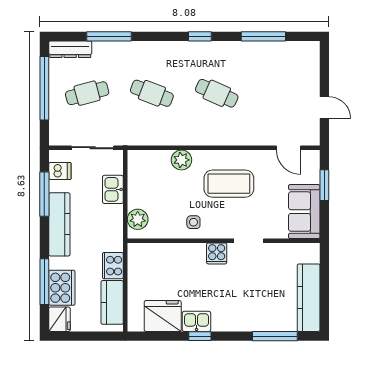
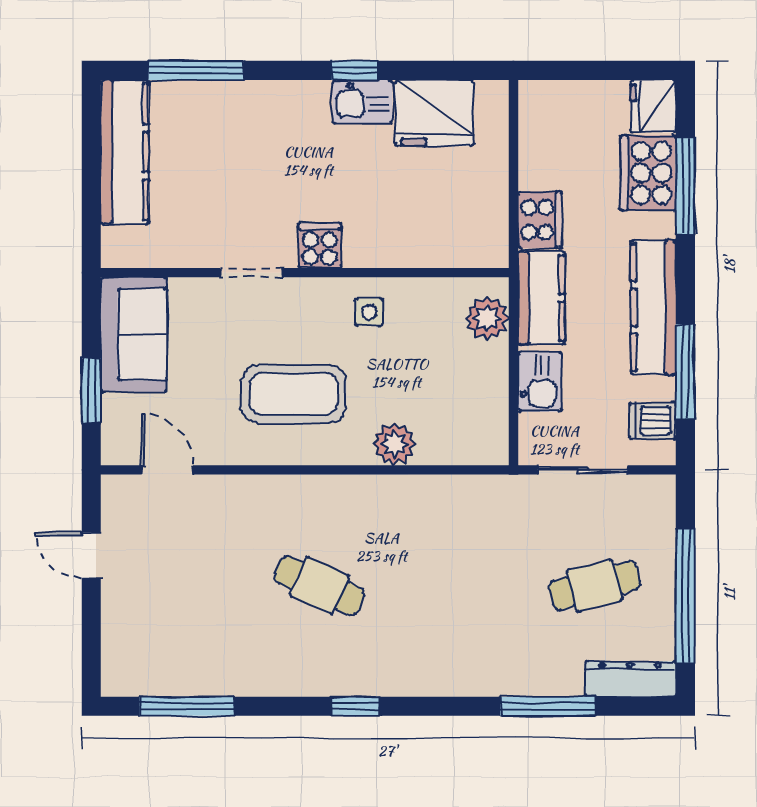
window: (263, 36) -> (187, 706), moved
cafe table: (152, 93) -> (457, 586), removed
kitchen counter: (112, 302) -> (541, 298), moved

